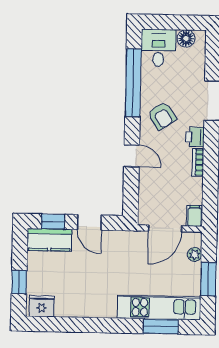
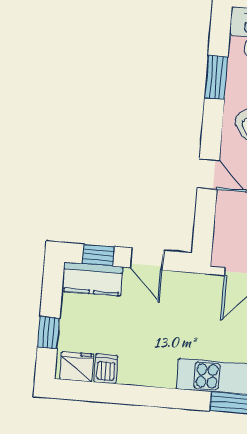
window: (133, 83) -> (216, 77), width x0.47
dishwasher: (64, 306) -> (106, 369), added

